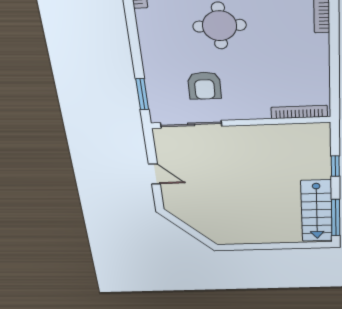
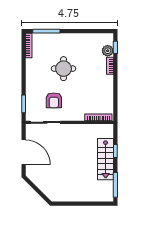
door: (154, 174) -> (24, 152), width x1.88
stairs: (317, 211) -> (106, 159), moved

